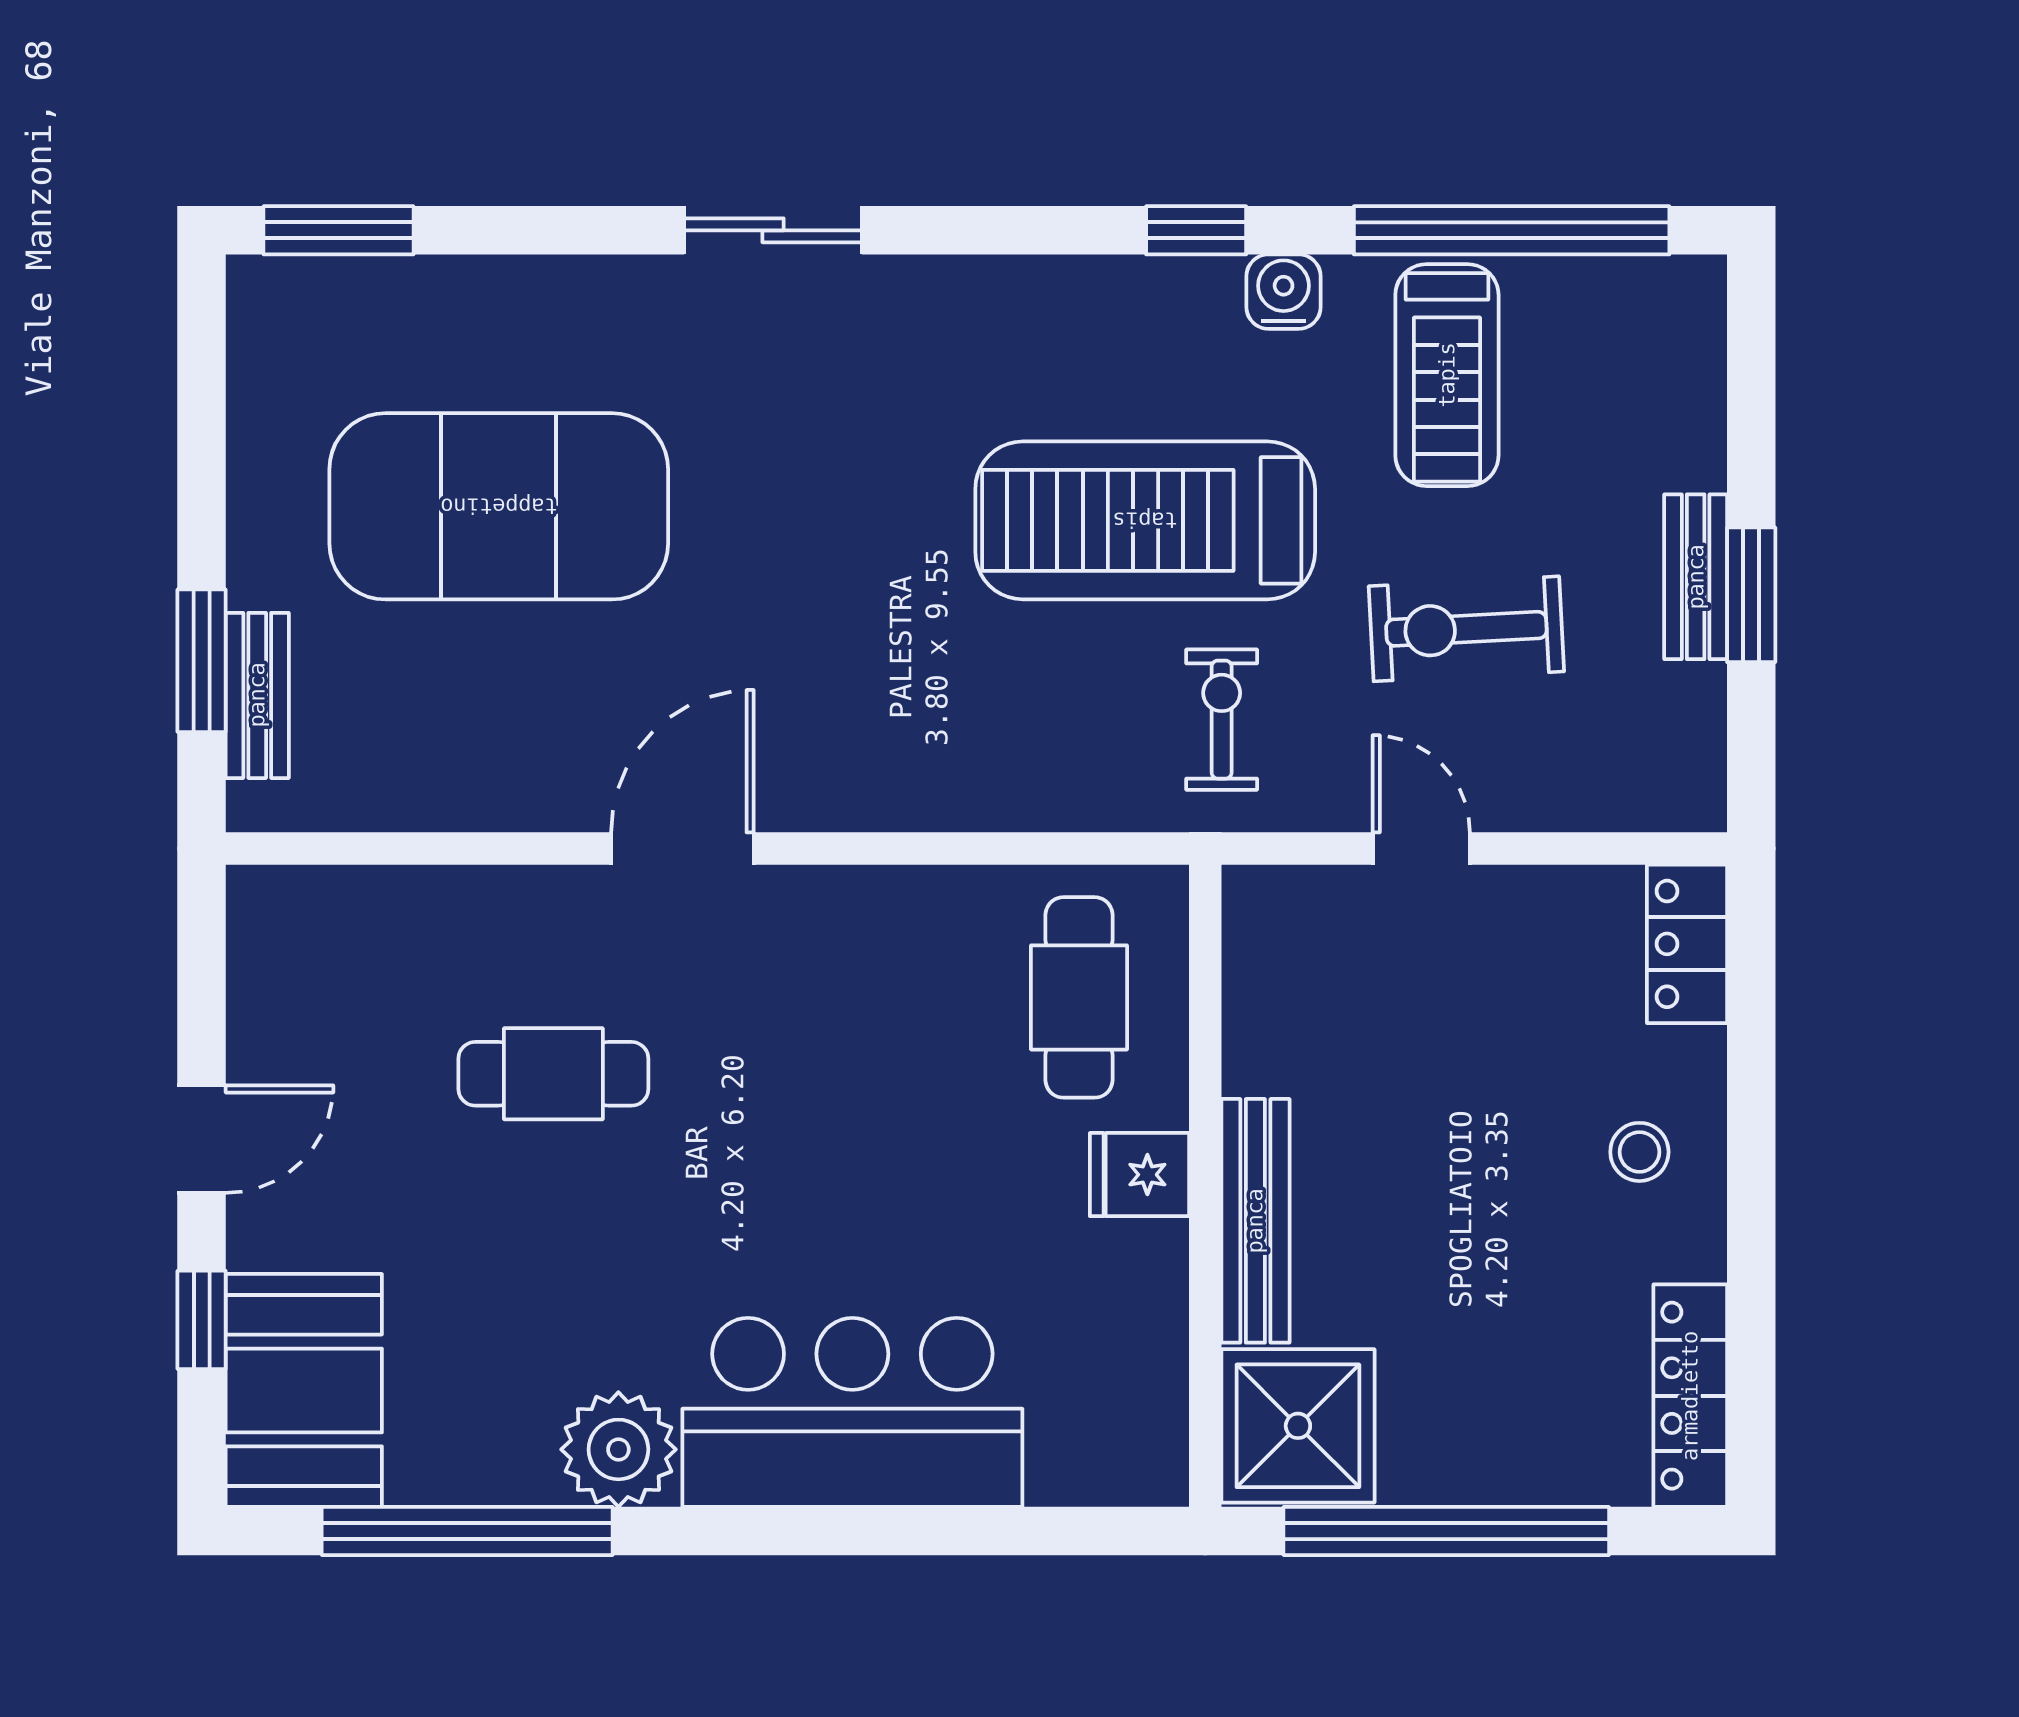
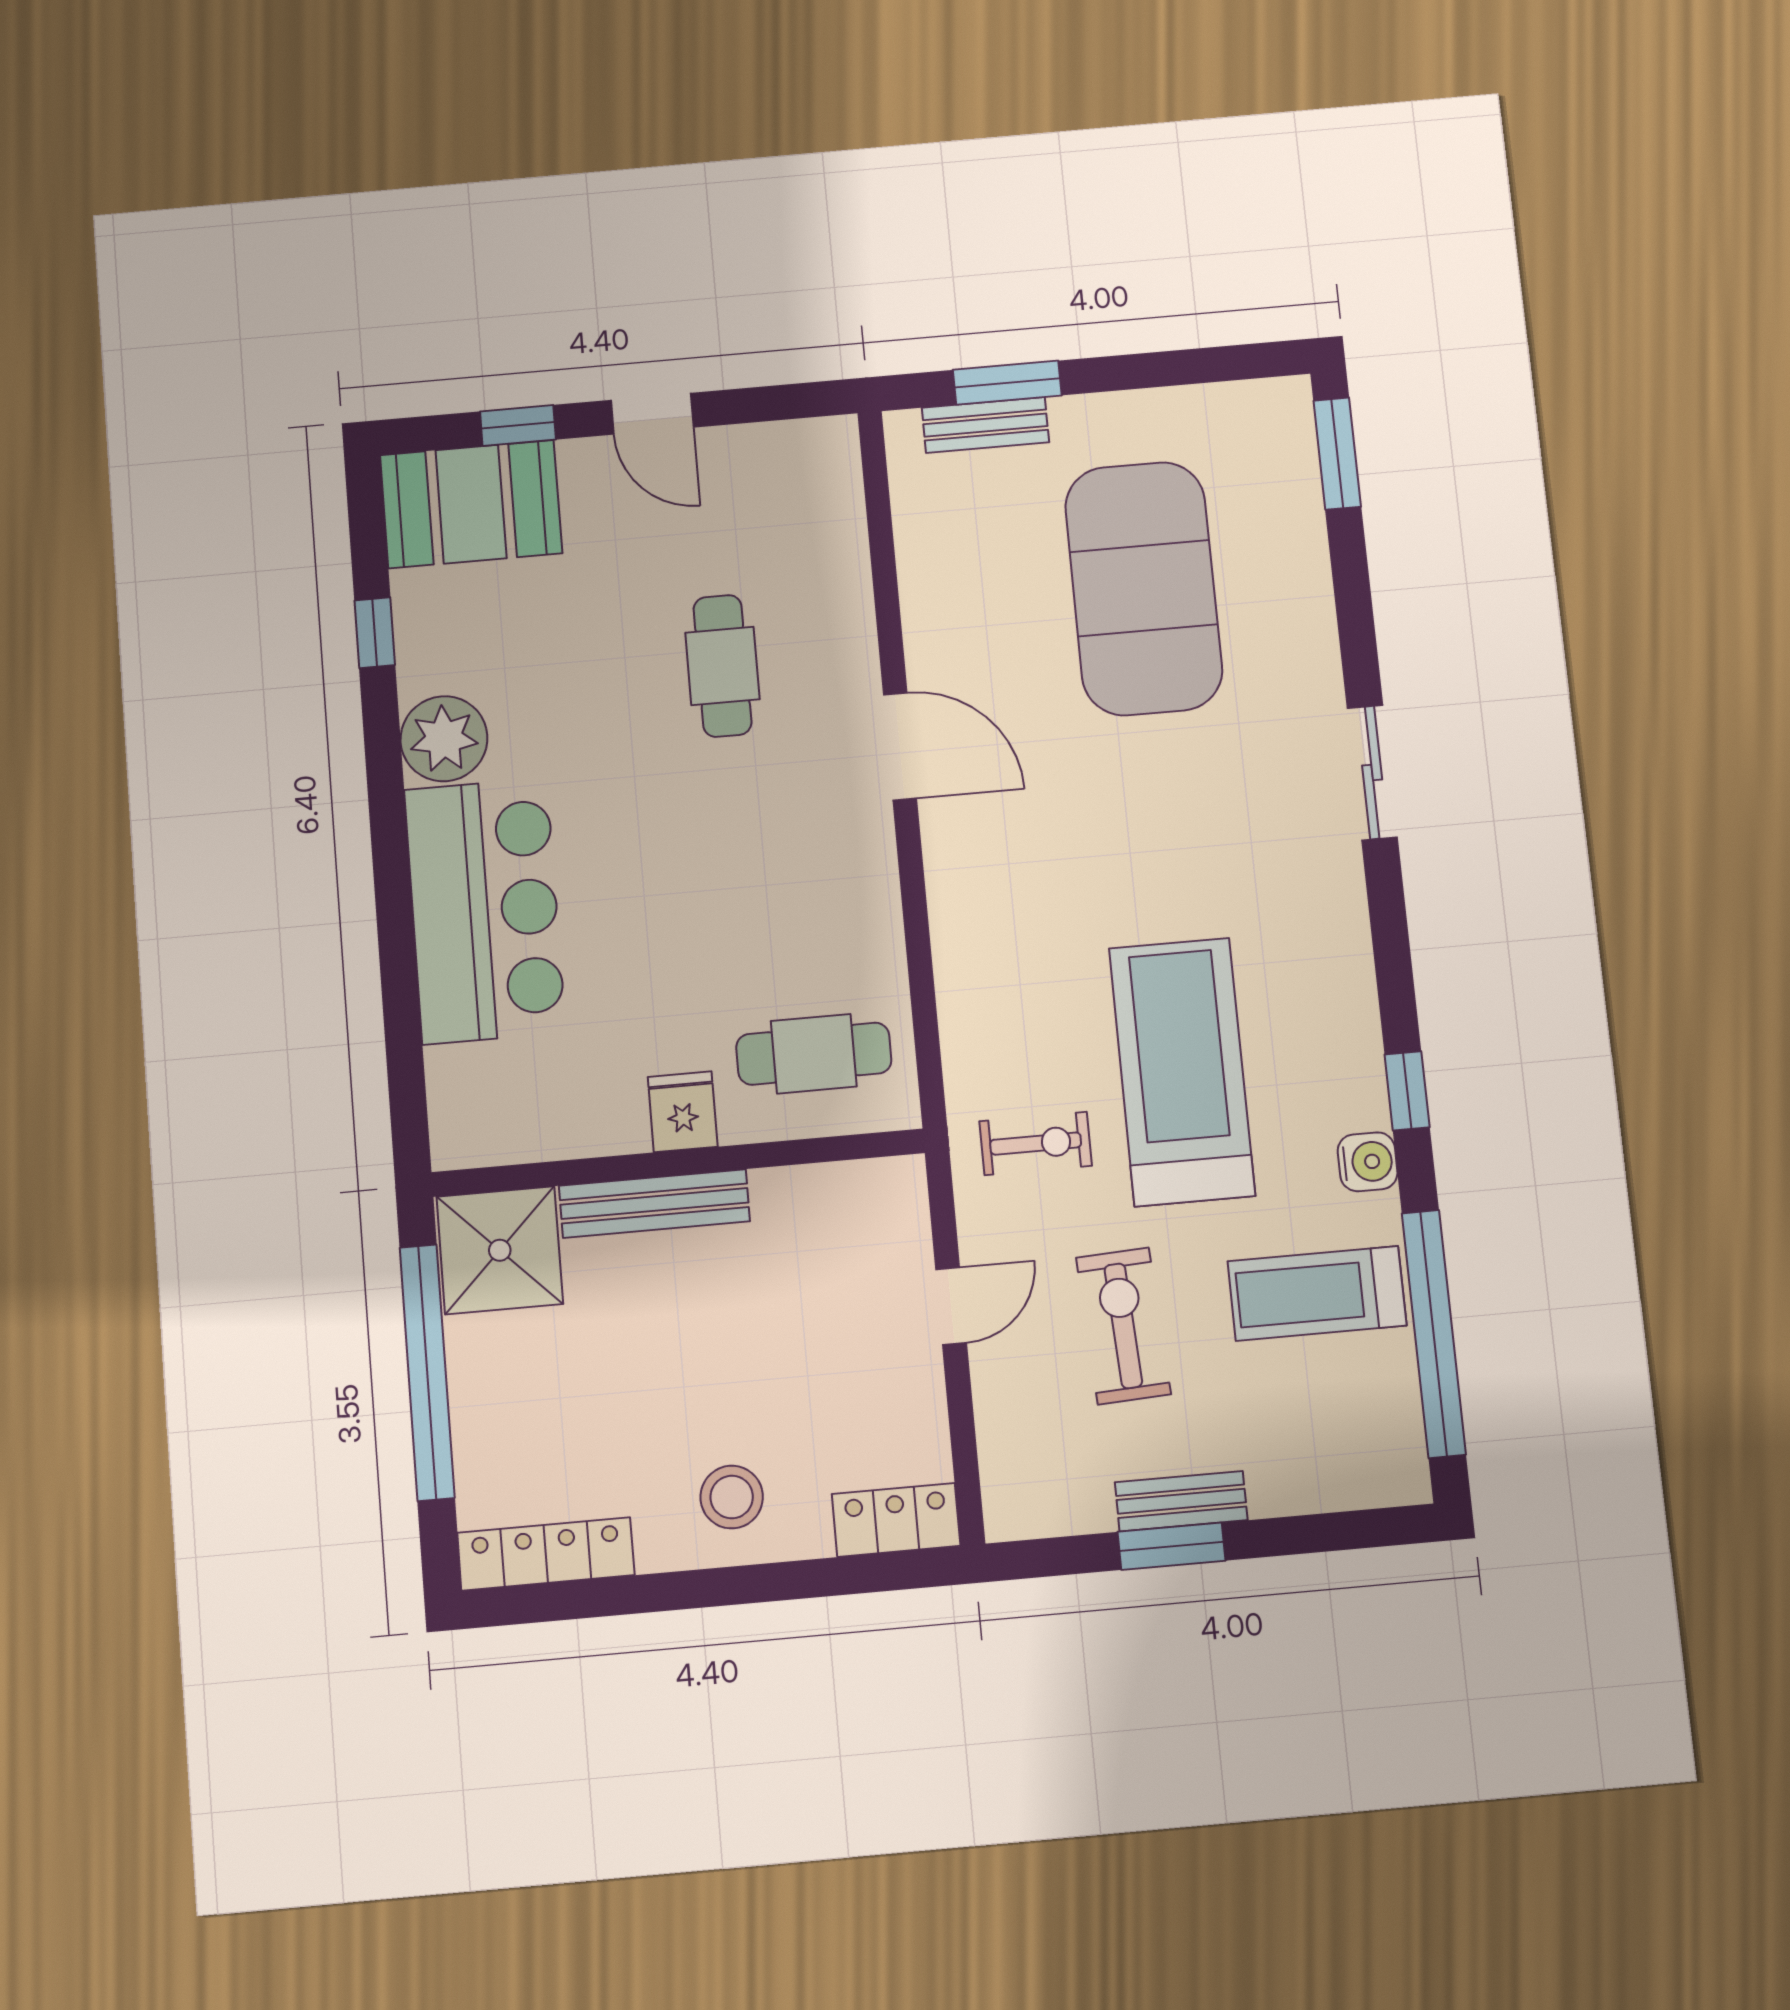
stool: (1639, 1152) -> (732, 1497), width x1.37, depth x1.37
window: (467, 1531) -> (375, 633), width x0.32

